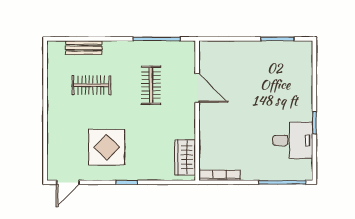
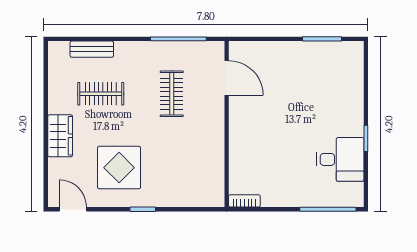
door: (197, 88) -> (227, 78), moved
wardrobe: (185, 157) -> (60, 136), moved, turned 180
bookcase: (220, 175) -> (244, 201), width x0.64
door: (68, 182) -> (73, 209), swing flipped

